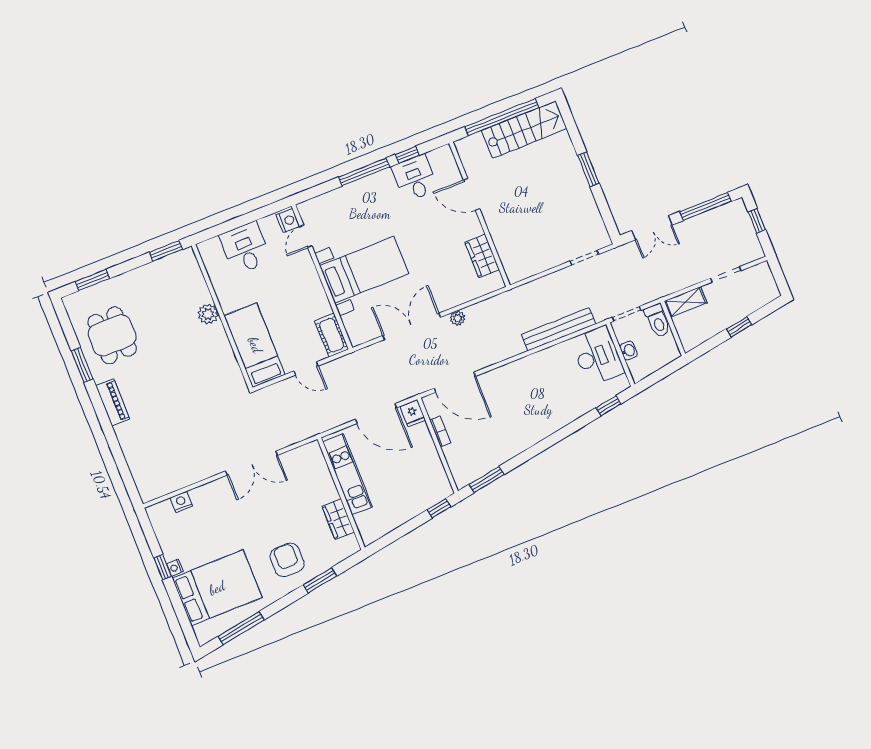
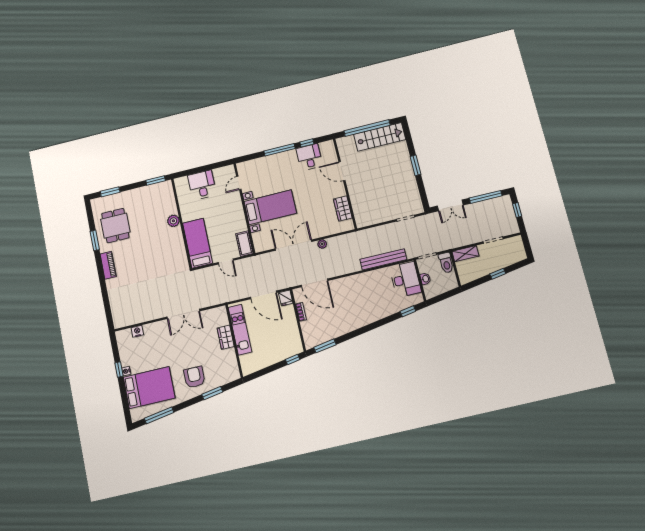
nightstand: (288, 221) -> (230, 172), removed
wardrobe: (338, 519) -> (226, 337), moved

